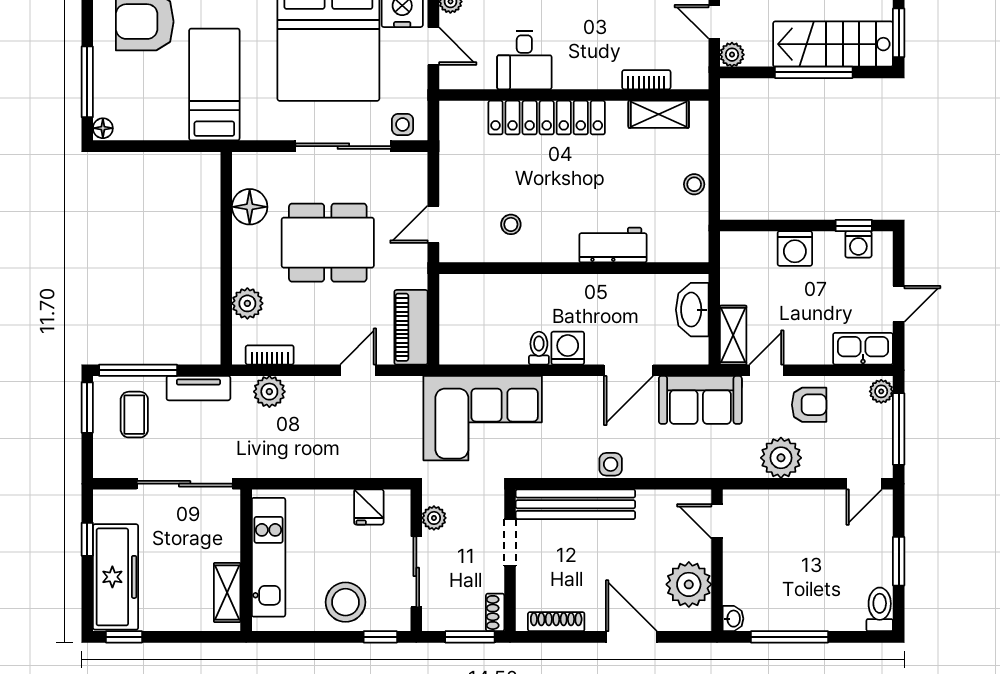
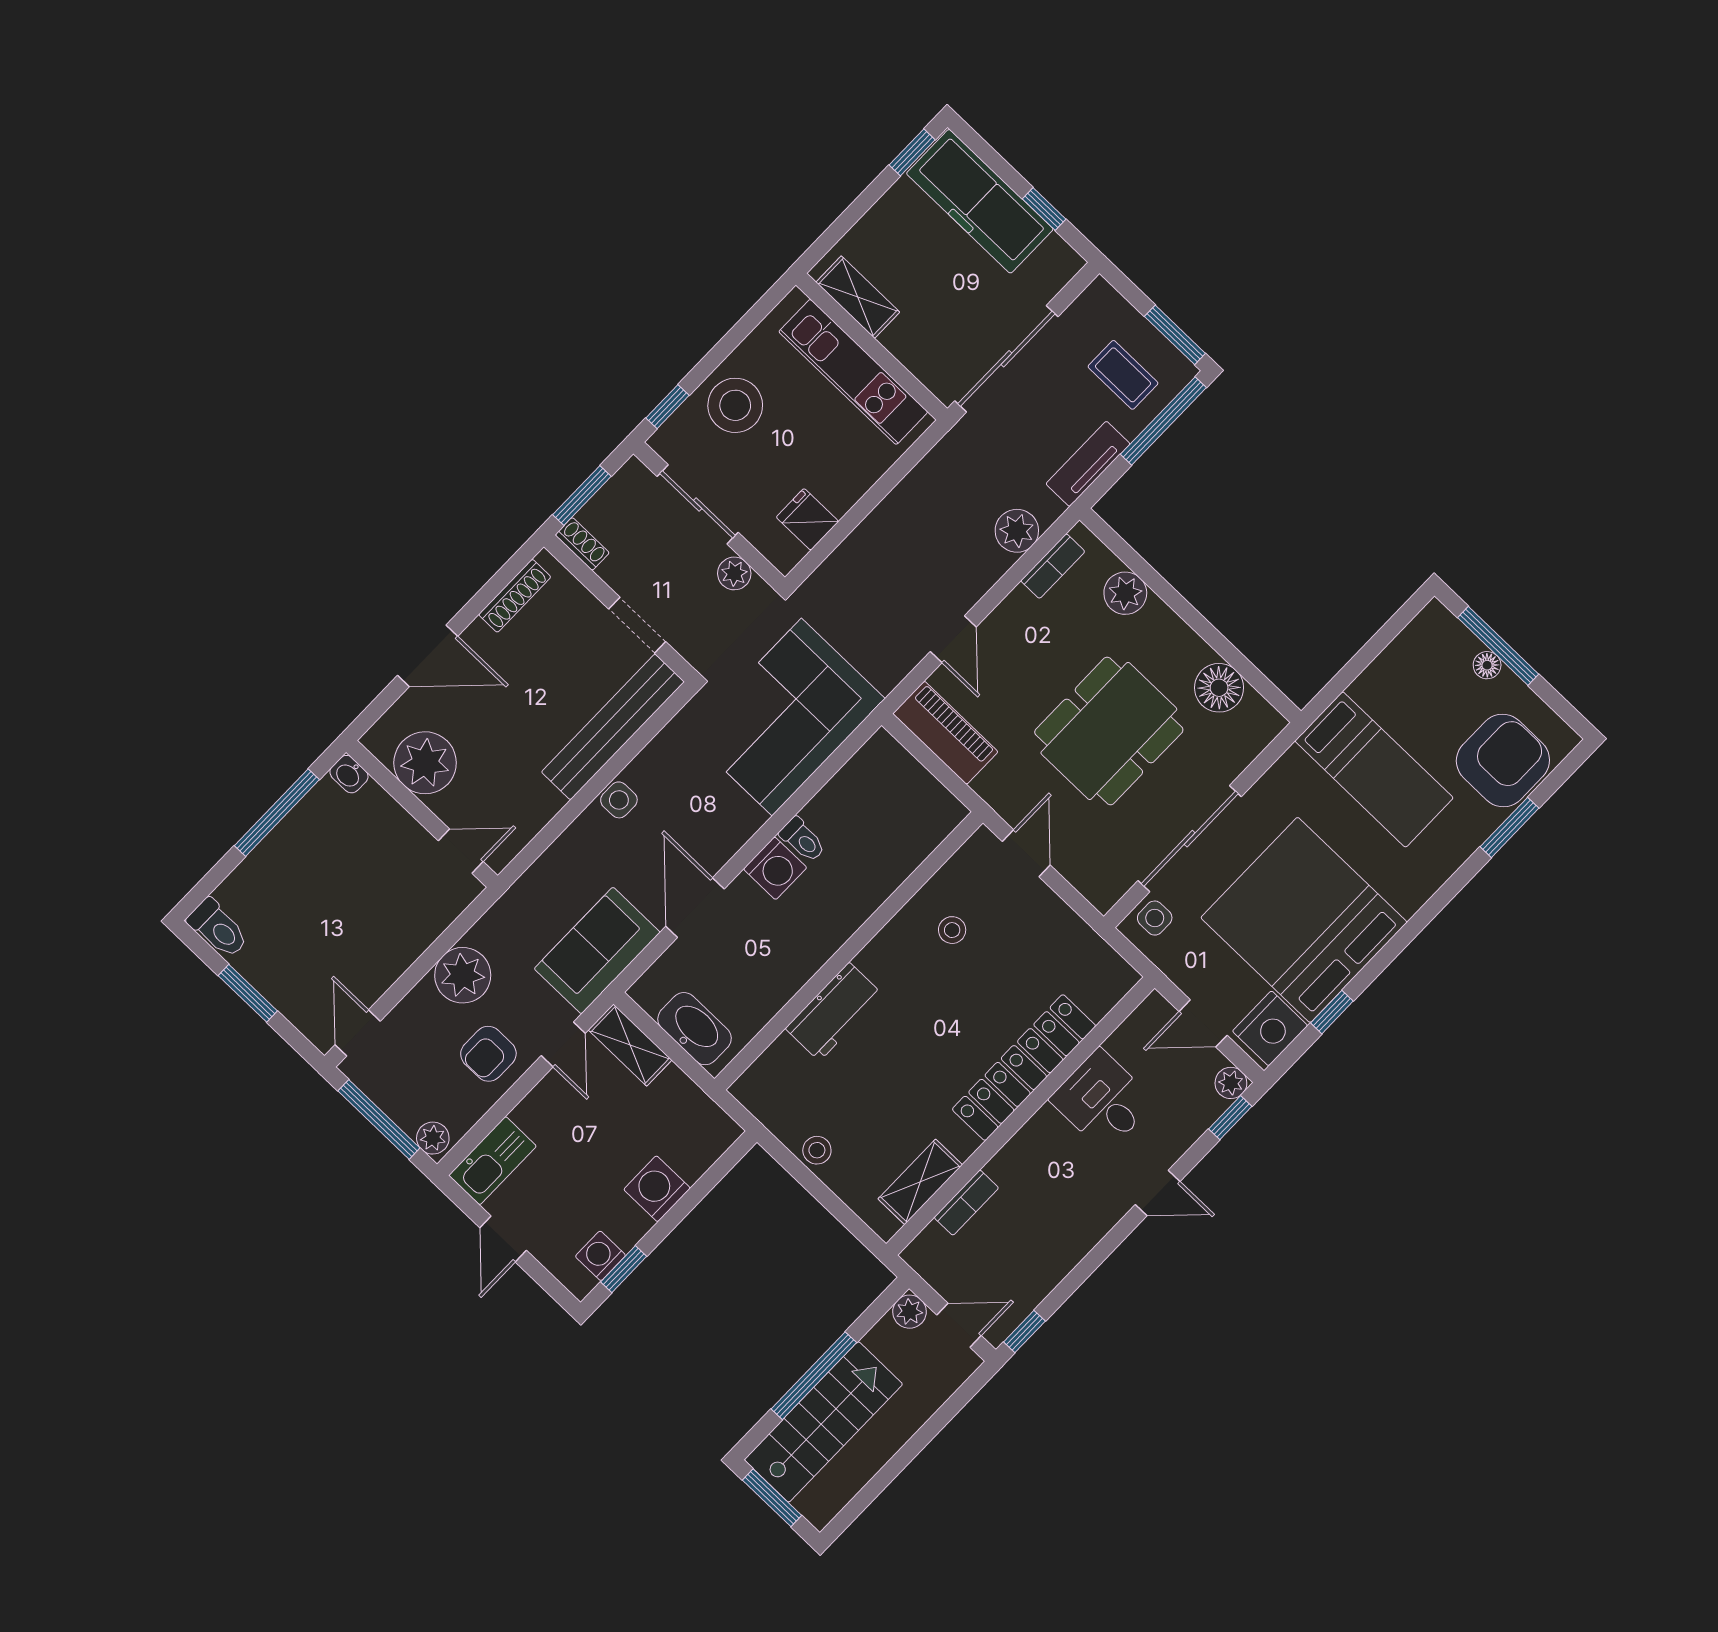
floor lamp: (103, 128) -> (1487, 665), moved

